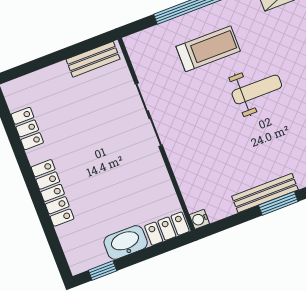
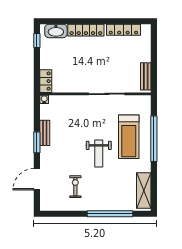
treadmill: (208, 49) -> (129, 137), width x1.37, depth x1.37
locker: (27, 128) -> (123, 30), width x1.53
bench: (265, 193) -> (45, 133), width x0.73
washbasin: (126, 242) -> (56, 31), moved, turned 90

